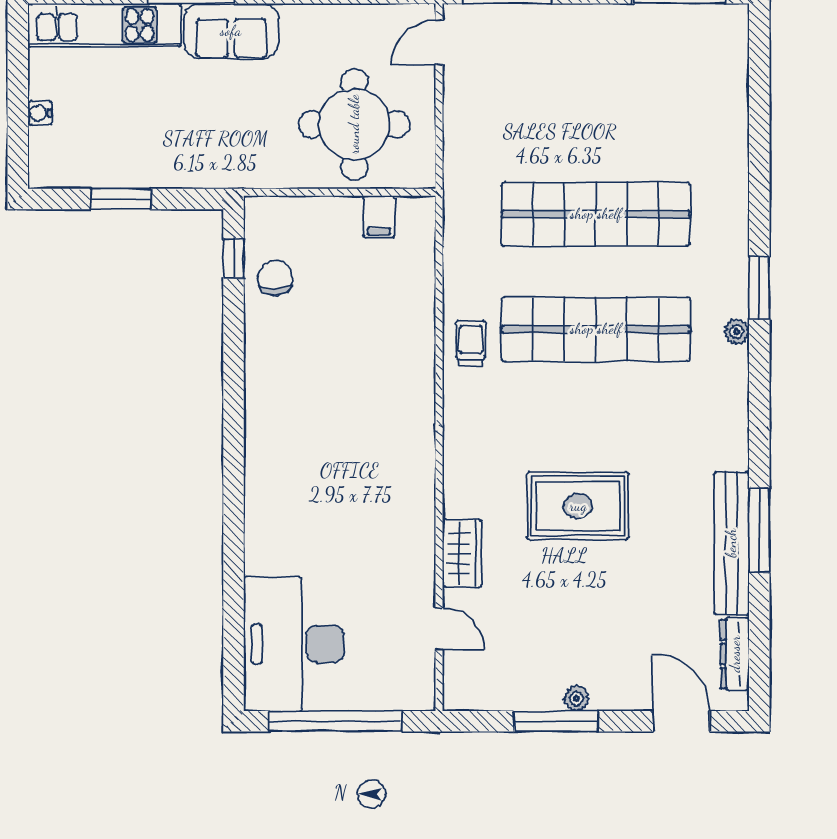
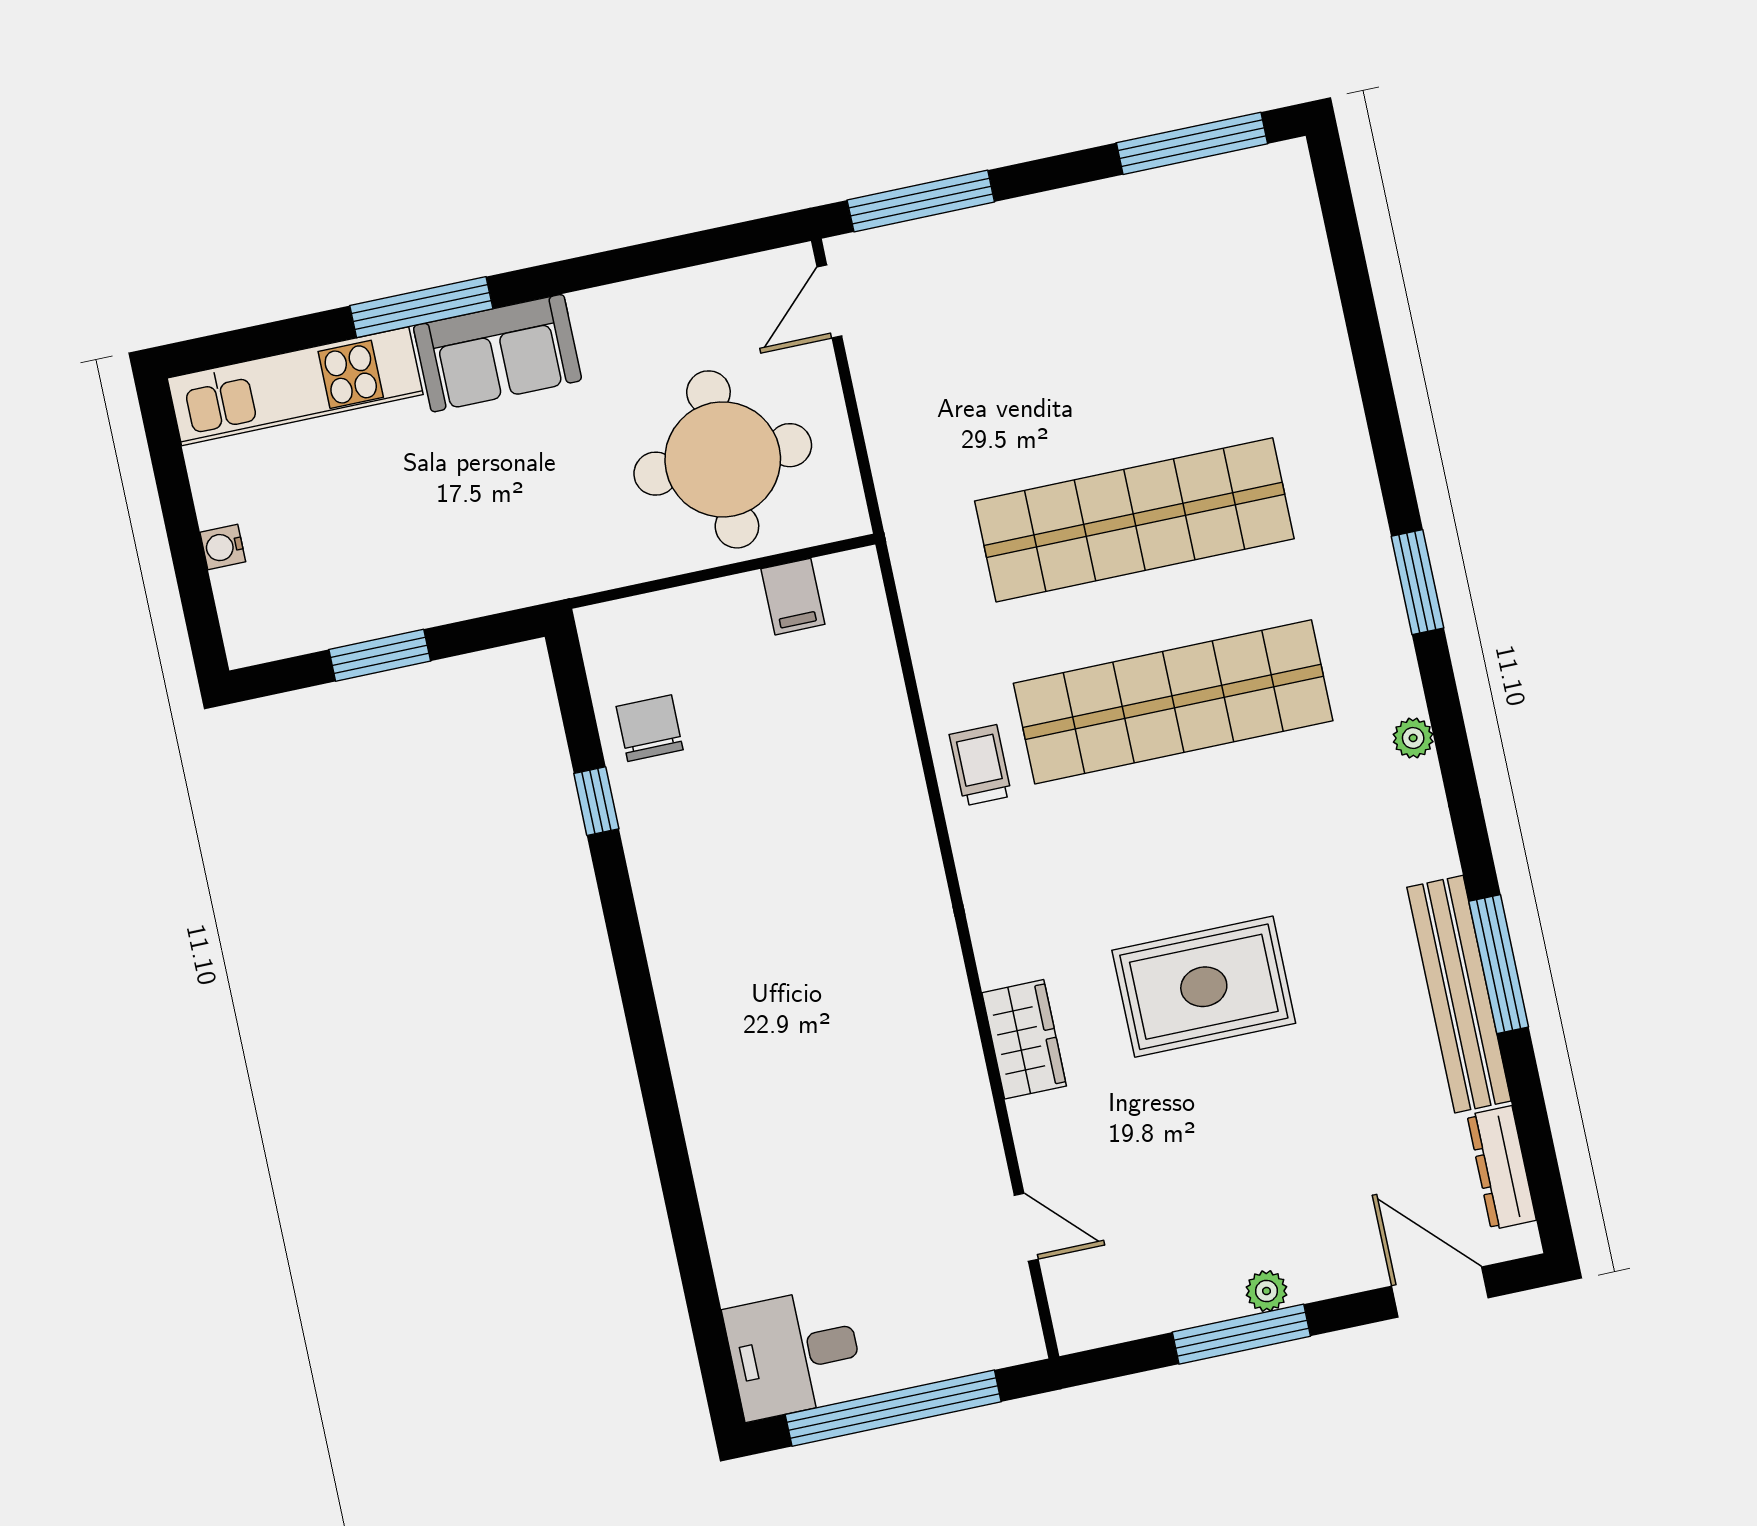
window: (234, 259) -> (596, 801), moved
plant: (737, 332) -> (1413, 738), moved
wardrobe: (462, 554) -> (1024, 1039), moved
desk: (294, 644) -> (794, 1353), width x0.53, depth x0.77

